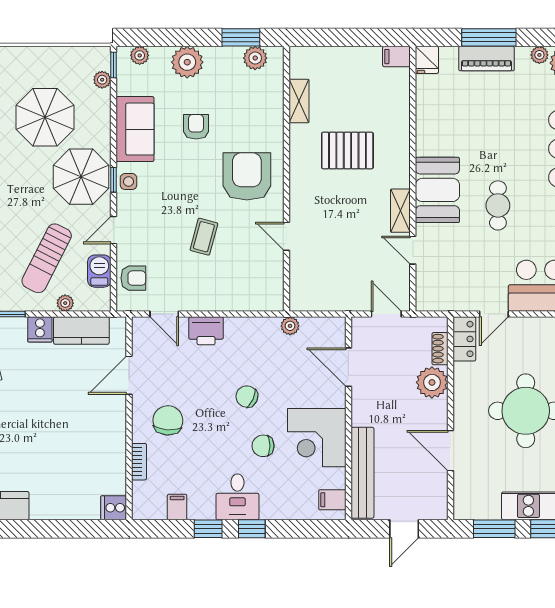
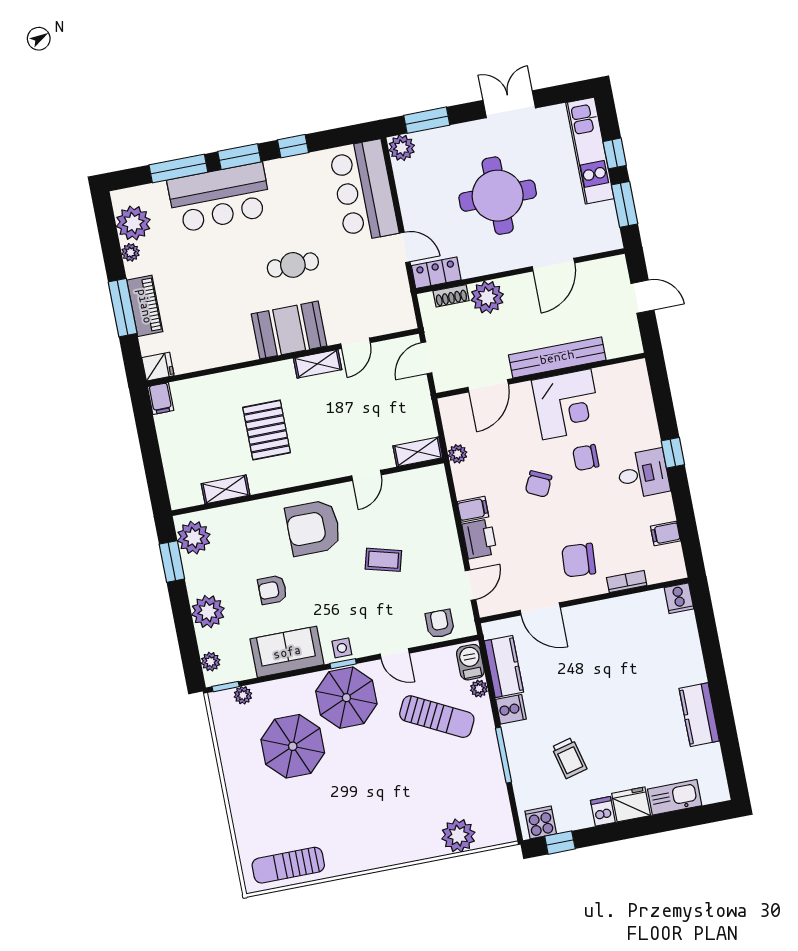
plant: (255, 58) -> (194, 538), width x1.36, depth x1.36
barbecue: (99, 271) -> (470, 662), moved, turned 90
shelving: (299, 289) -> (418, 452), added
chair: (263, 446) -> (586, 458), turned 90
bench: (362, 473) -> (557, 357), moved
filing cabinet: (332, 500) -> (473, 509), moved, turned -90
window: (208, 529) -> (682, 497), removed

